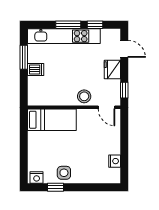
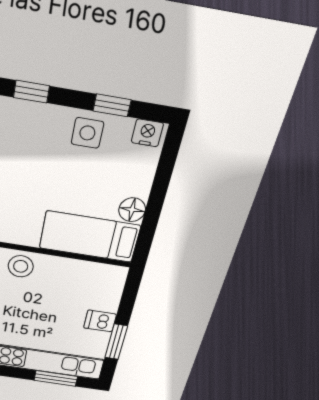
window: (68, 25) -> (56, 378), moved
floor lamp: (34, 138) -> (132, 210), added
window: (93, 187) -> (31, 92), added

